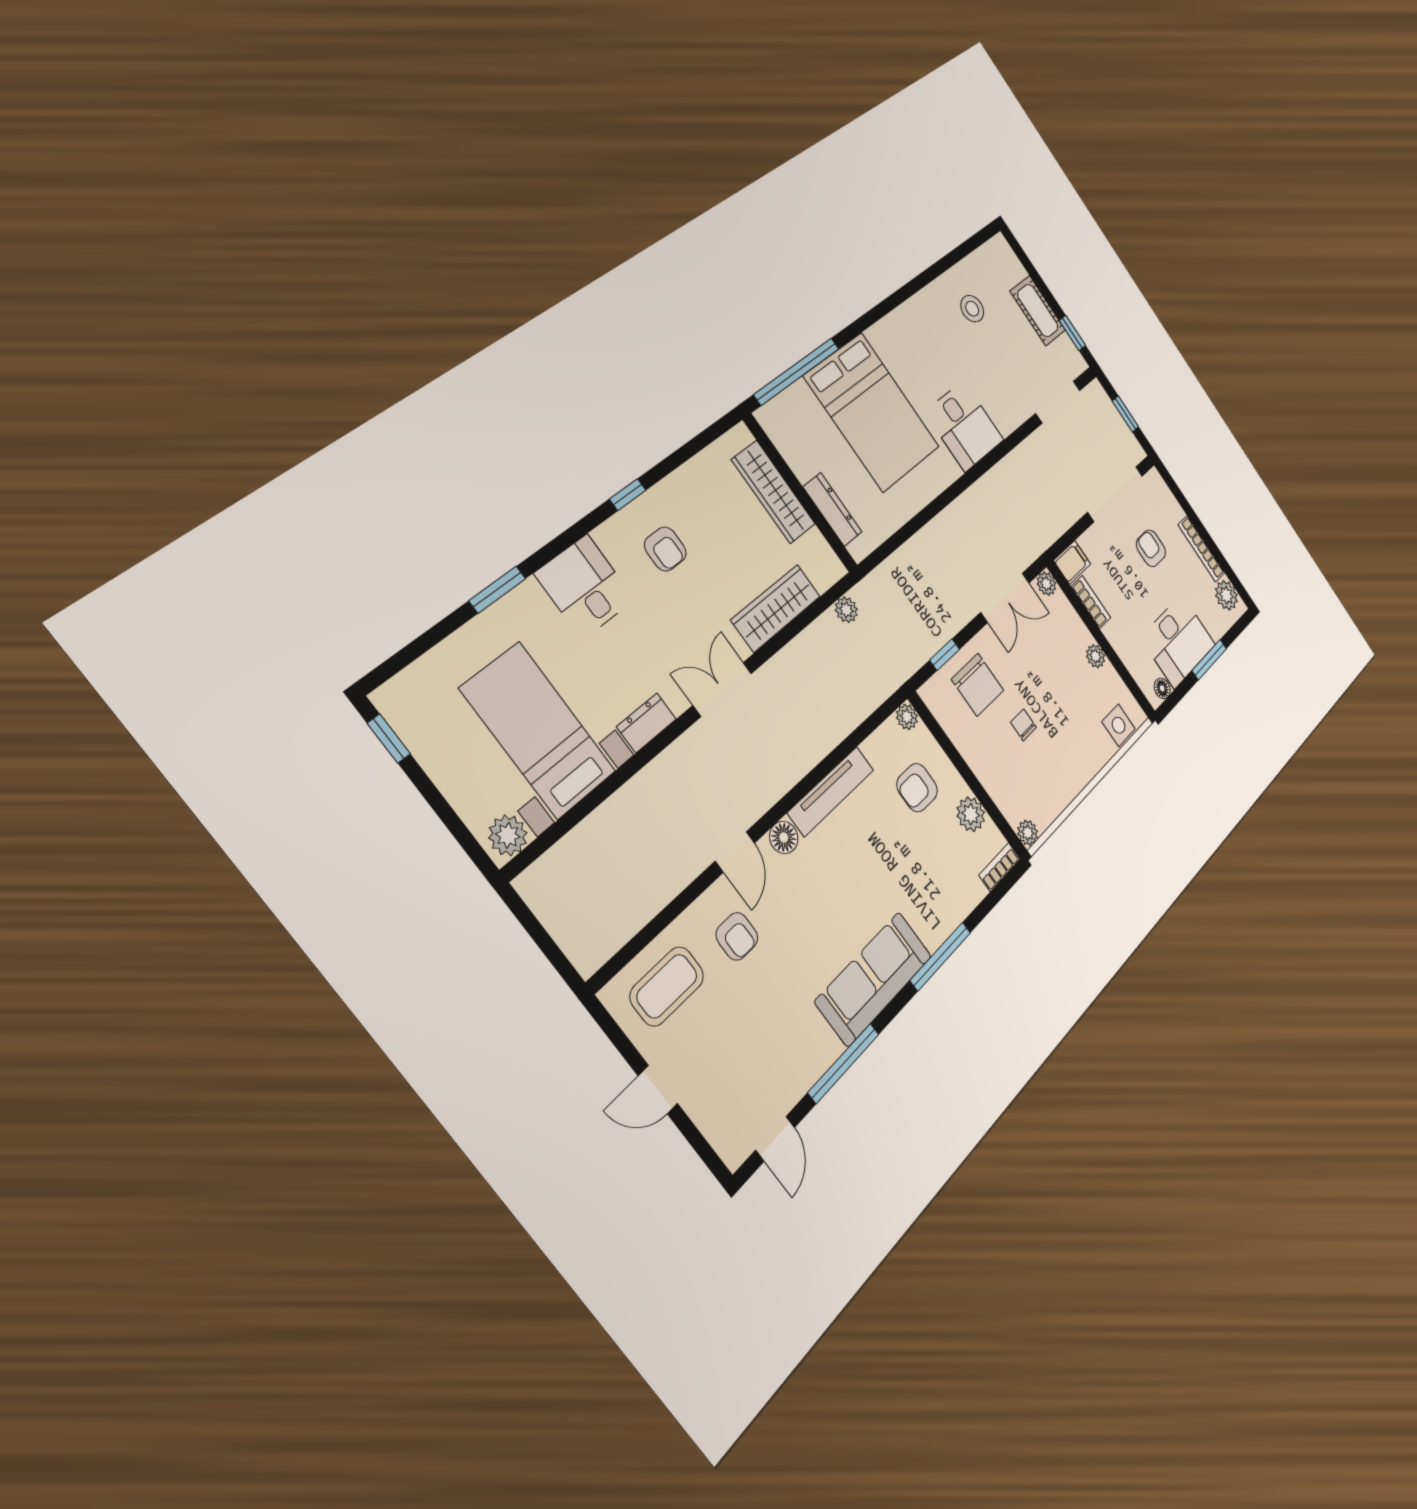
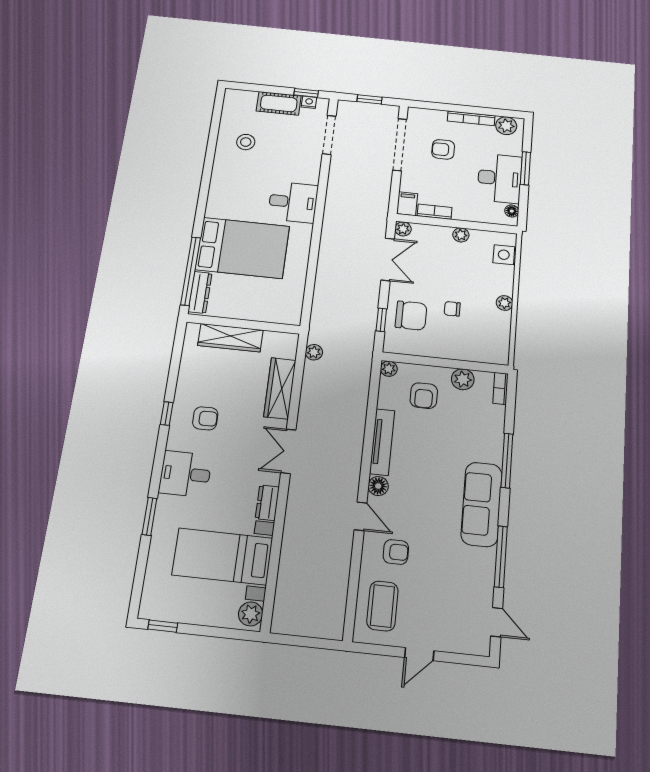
nightstand: (1067, 346) -> (309, 102), added
dresser: (833, 509) -> (200, 292), moved, turned 90
plant: (1028, 833) -> (505, 303), moved

